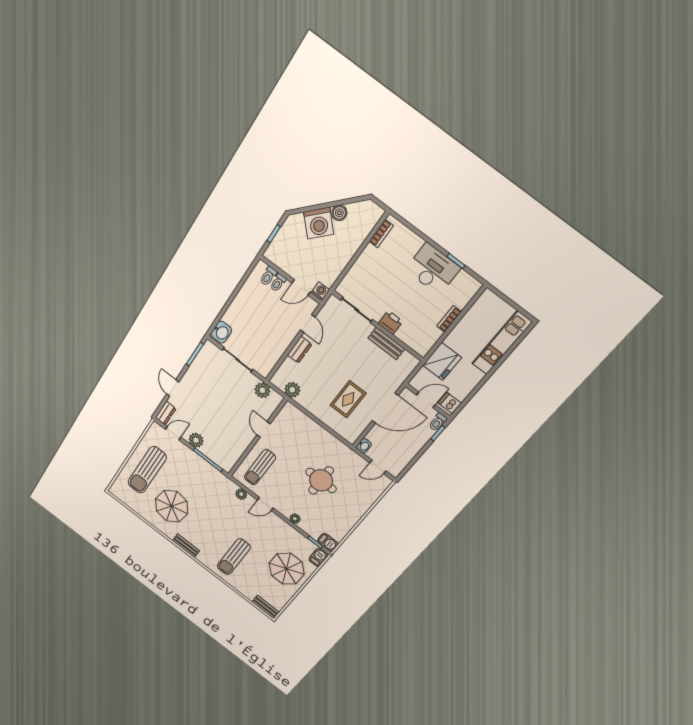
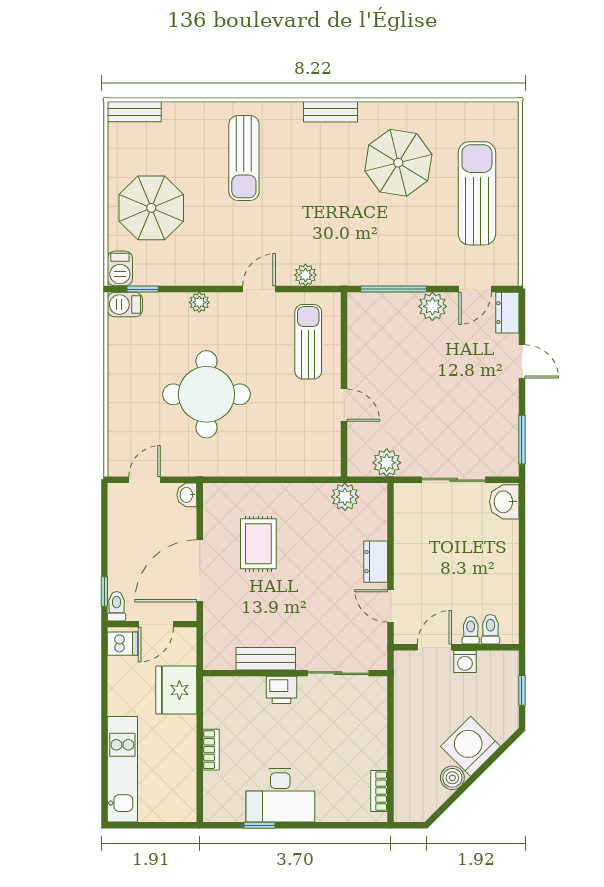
washing machine: (320, 291) -> (465, 662), moved
round table: (321, 480) -> (206, 394), width x1.36, depth x1.36
sun lounger: (234, 557) -> (244, 158), turned 180

